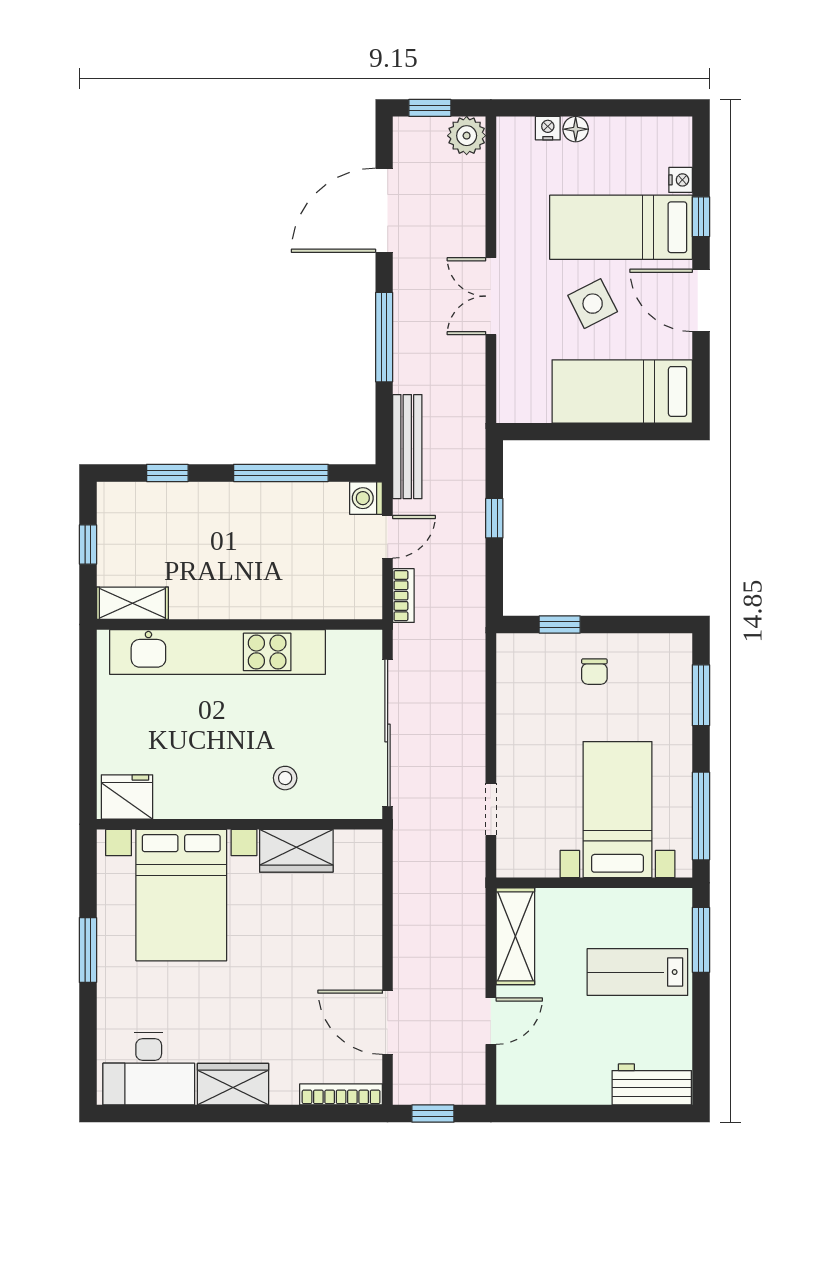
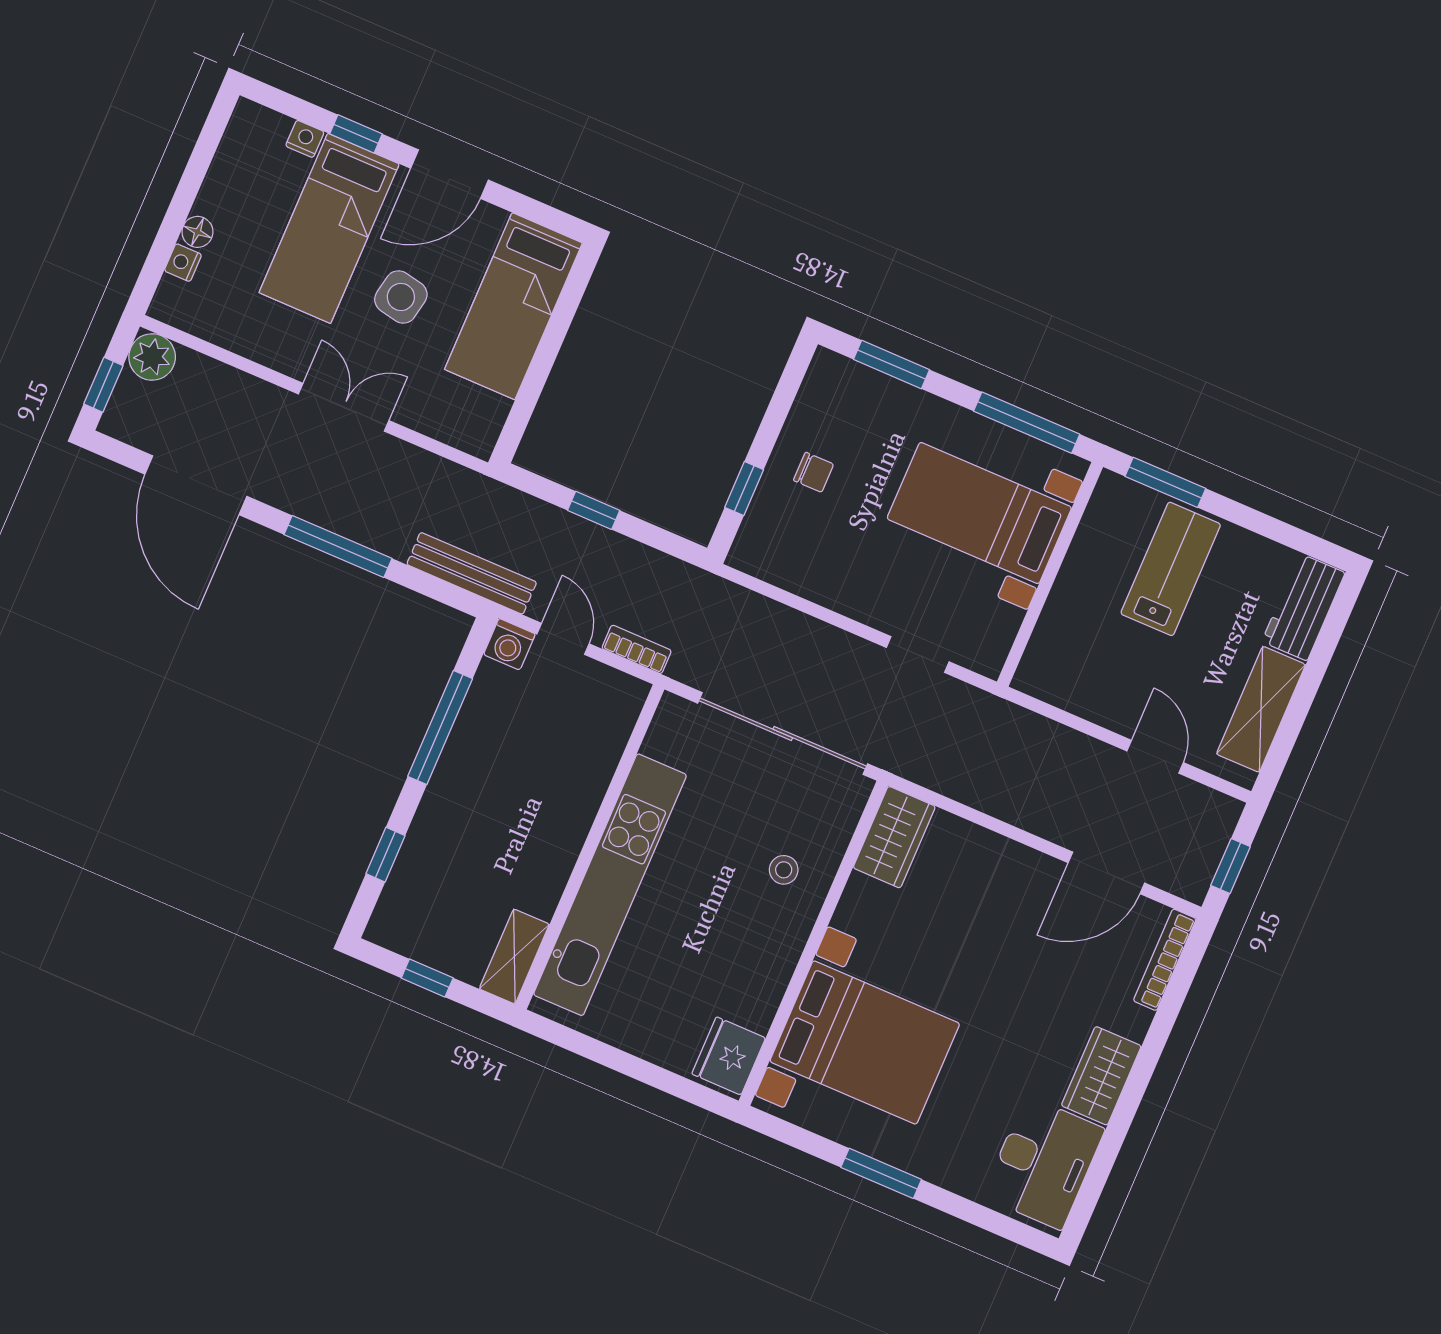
double door: (491, 296) -> (344, 407), swing flipped
side table: (593, 304) -> (401, 297), turned 38
wardrobe: (296, 851) -> (894, 837), moved
shelving: (515, 936) -> (1261, 709), moved, turned 90
lab bench: (637, 972) -> (1171, 569), turned 180

